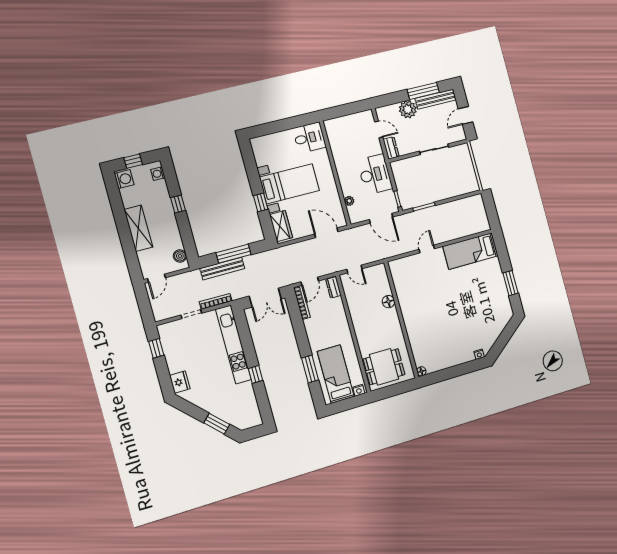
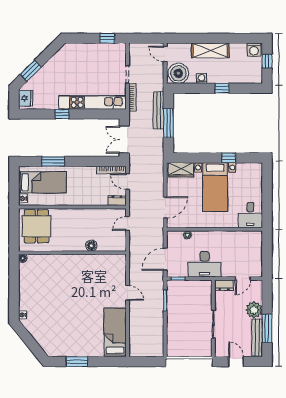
washing machine: (158, 174) -> (202, 79), moved
window: (261, 202) -> (229, 158), moved
boiler: (180, 256) -> (178, 73), width x1.86, depth x1.86
fridge: (180, 382) -> (26, 98), moved, turned -90

